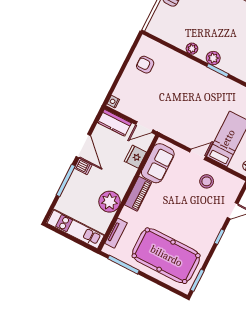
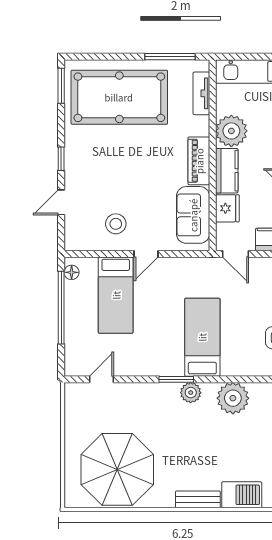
plant: (192, 49) -> (233, 398), width x1.87, depth x1.87
bed: (189, 88) -> (202, 337), added
door: (144, 127) -> (235, 254), swing flipped
kitchen counter: (124, 179) -> (227, 171), added

